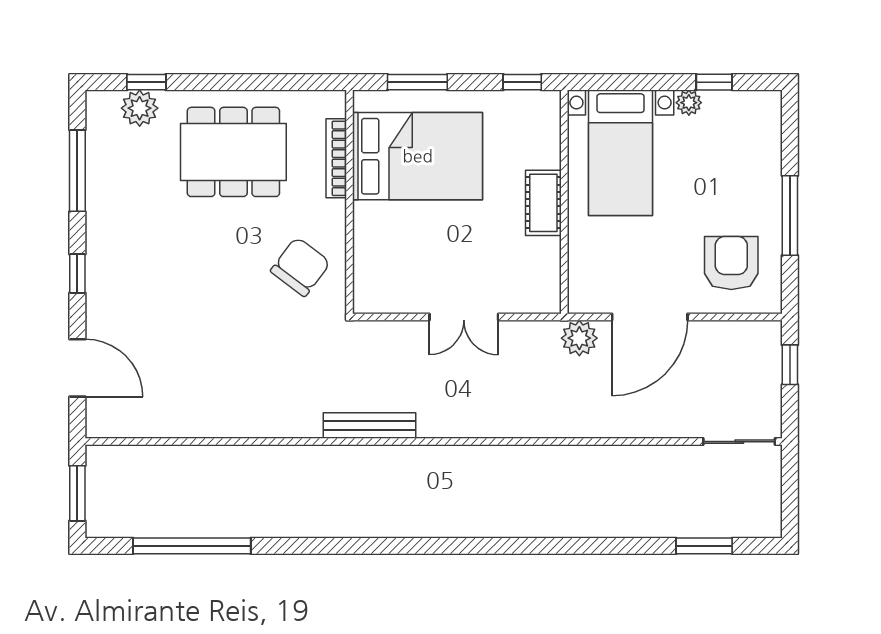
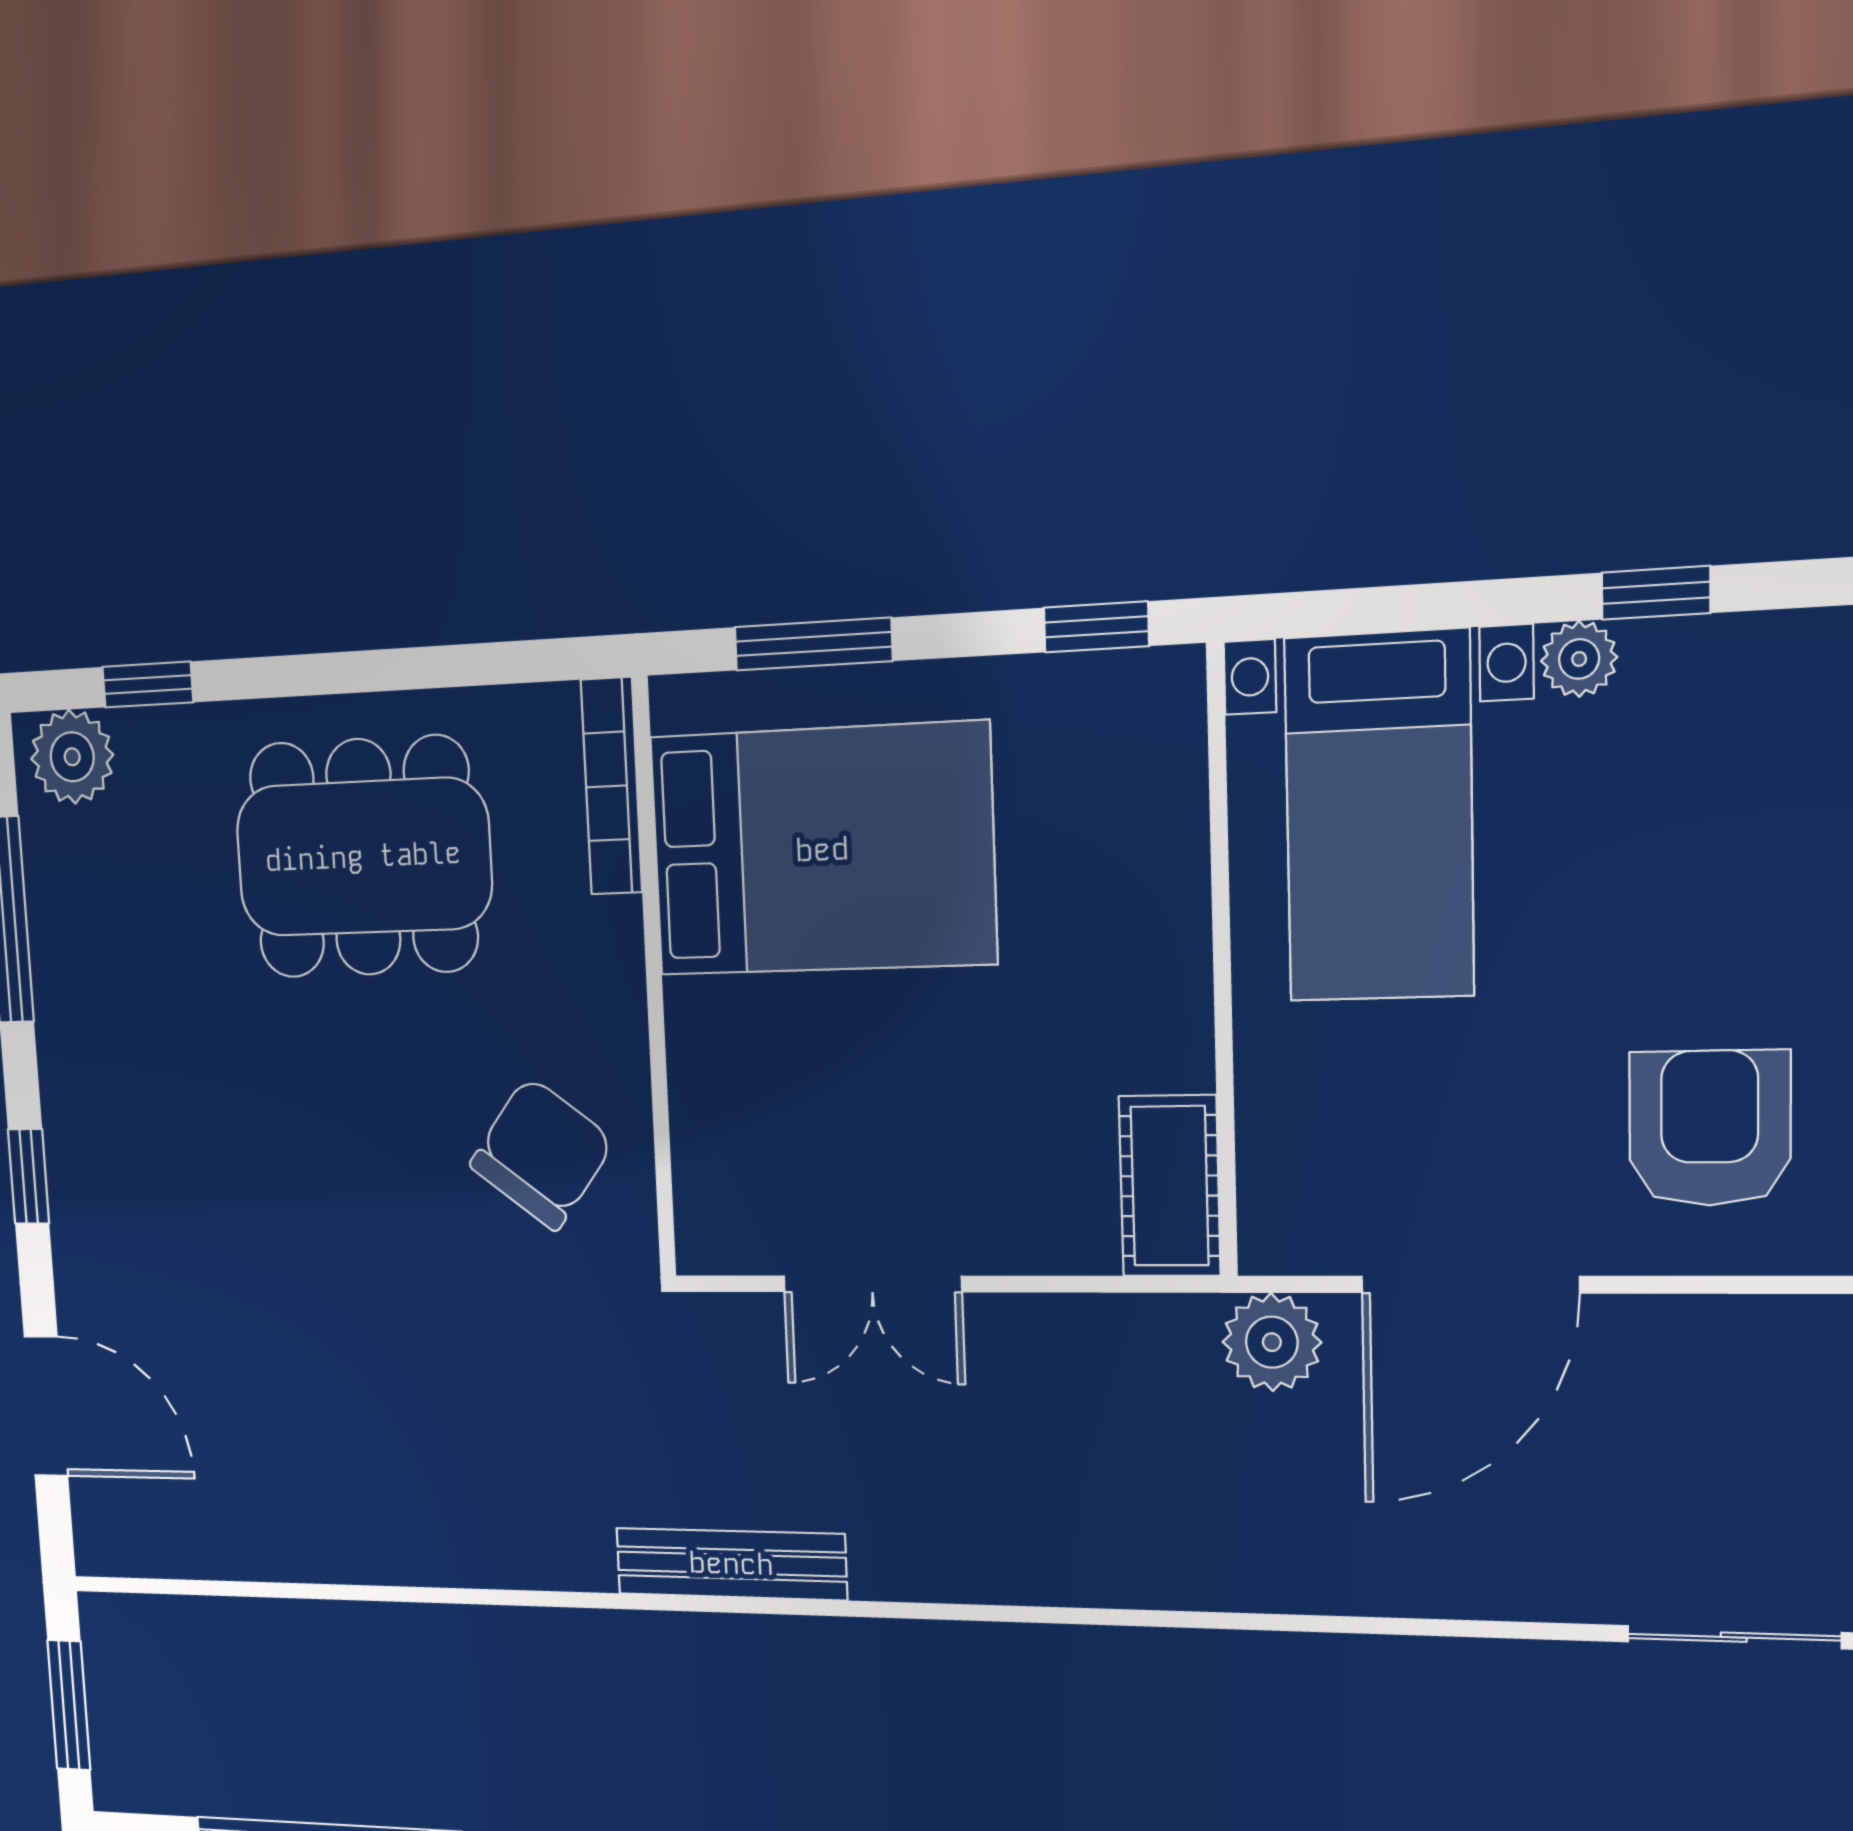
plant: (140, 108) -> (72, 757), moved
bookcase: (336, 158) -> (612, 786), moved
cot: (543, 203) -> (1170, 1186), moved
double door: (464, 317) -> (872, 1284), moved

